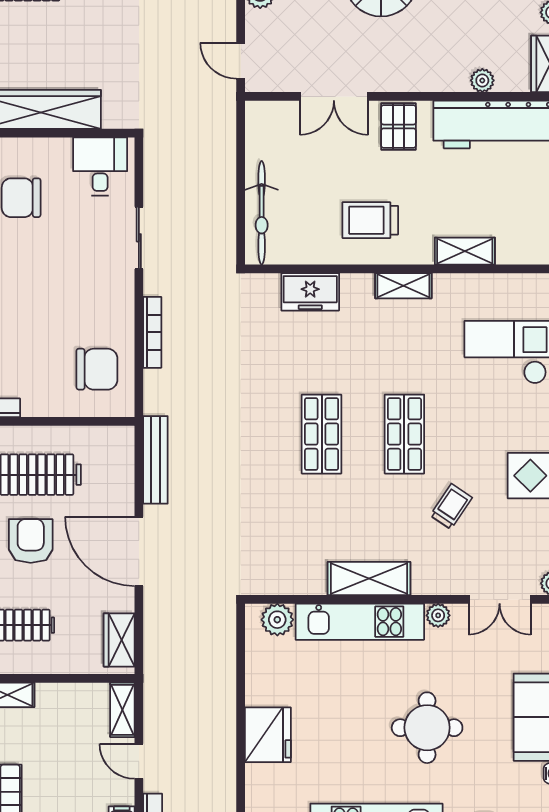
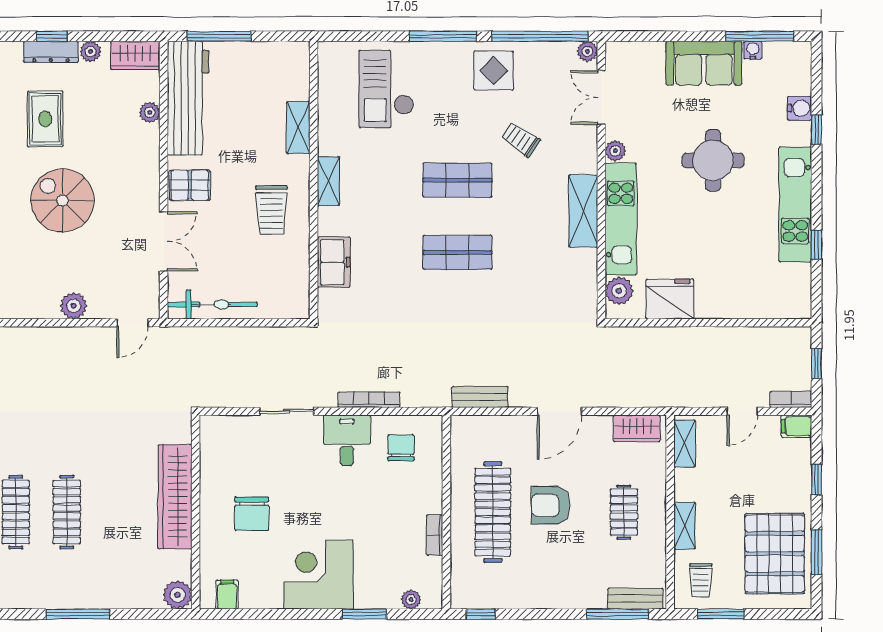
desk: (100, 167) -> (347, 440), moved, turned 90
bicycle: (262, 213) -> (212, 304), moved
chair: (97, 369) -> (401, 448), width x0.73, depth x0.73
bench: (155, 460) -> (480, 397), width x0.73
door: (139, 551) -> (560, 411), width x0.73
double door: (500, 599) -> (601, 97), swing flipped
shelving: (122, 710) -> (685, 443), moved, turned 90
fridge: (268, 735) -> (670, 299), moved

